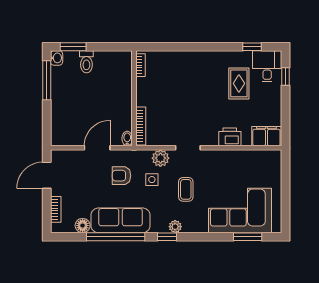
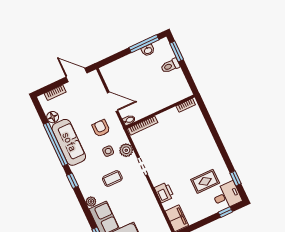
washbasin: (57, 58) -> (148, 50), moved
plant: (175, 227) -> (91, 202), moved

